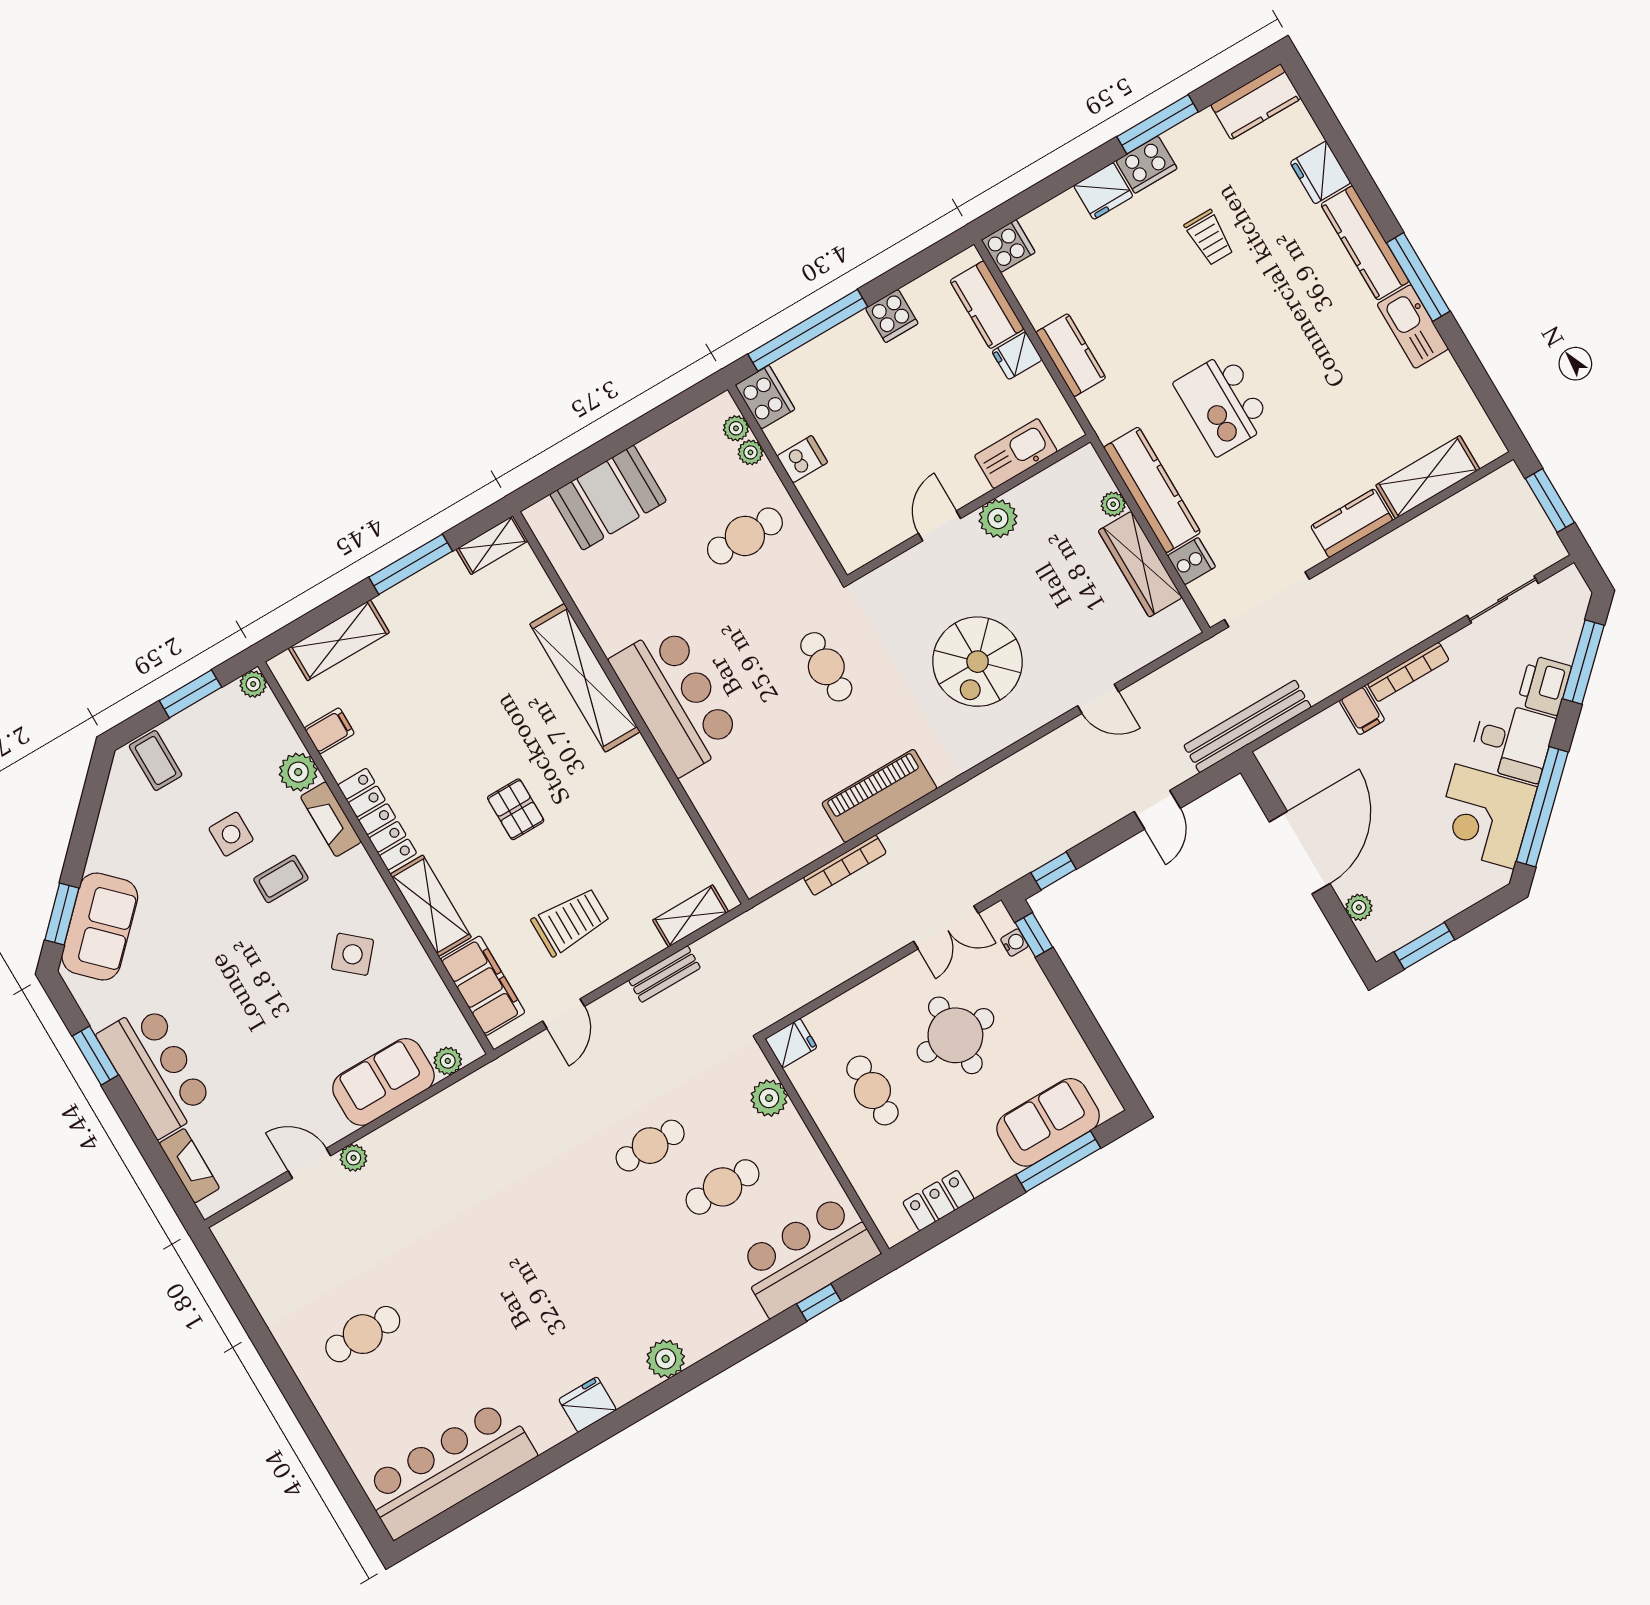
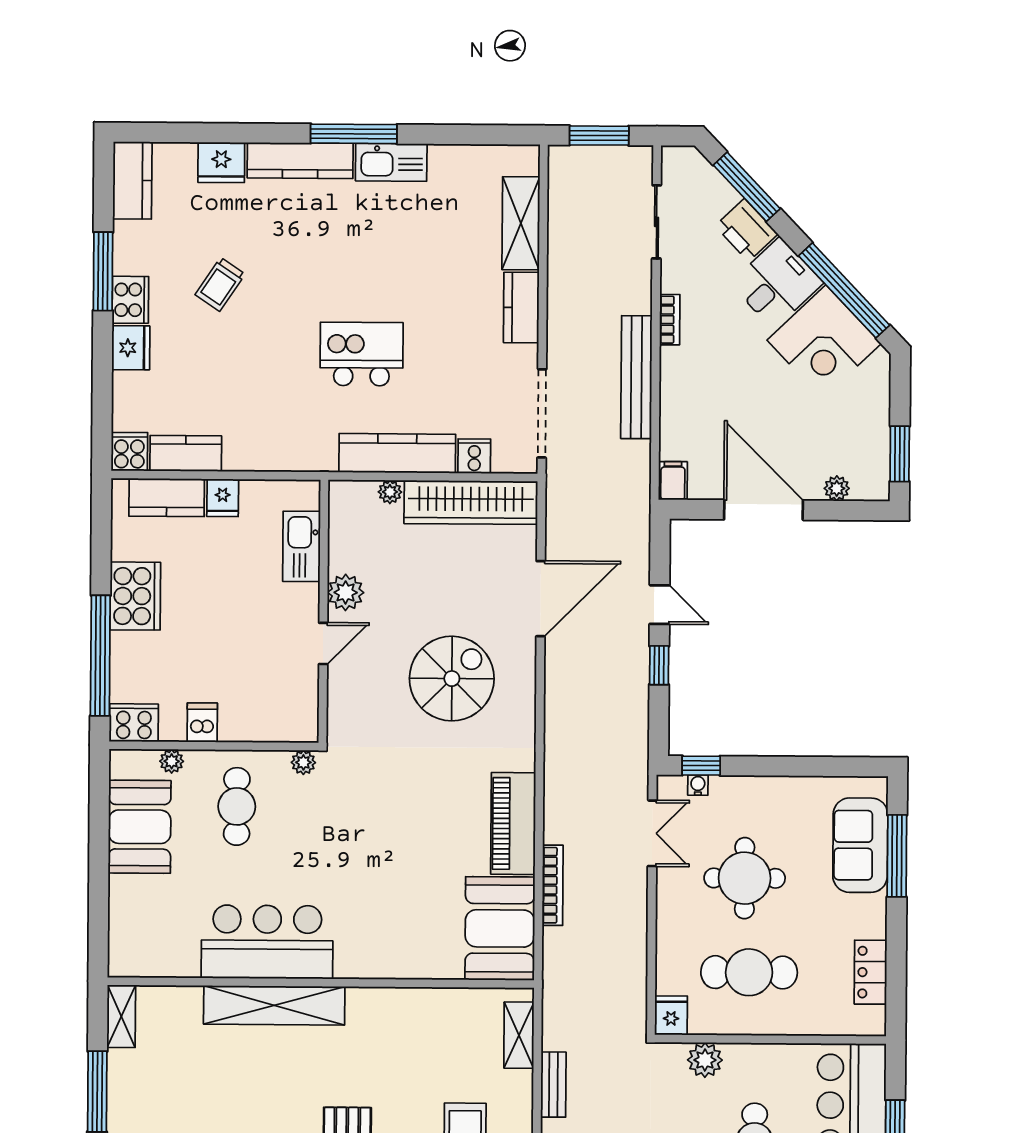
trolley: (1209, 238) -> (220, 284), turned 124
cooker: (892, 316) -> (135, 596), width x1.87, depth x1.31
kitchen counter: (1071, 355) -> (186, 453), moved
kitchen island: (1223, 404) -> (362, 354), turned 180
plant: (736, 428) -> (303, 762), moved
booth: (608, 498) -> (140, 827), moved
door: (940, 526) -> (323, 643), swing flipped
wardrobe: (1140, 564) -> (471, 502), width x1.40, depth x1.17
spiral stairs: (978, 662) -> (452, 679), turned -90
cafe table: (826, 667) -> (383, 804), removed
bookcase: (1408, 672) -> (670, 320), width x0.64
door: (1098, 699) -> (541, 599), width x1.88
bar counter: (675, 700) -> (267, 942), moved
filing cabinet: (1362, 710) -> (673, 481), moved, turned -90
bench: (1247, 726) -> (636, 377), moved
booth: (777, 841) -> (500, 928), added
window: (1054, 871) -> (659, 665), moved
cafe table: (872, 1091) -> (749, 972), width x1.37, depth x1.35

